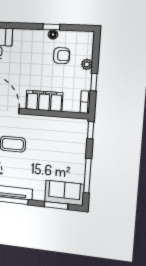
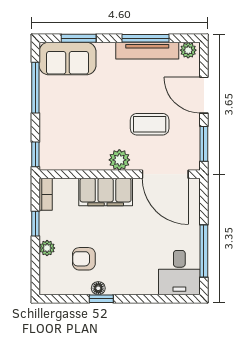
plant: (34, 122) -> (119, 160), added

